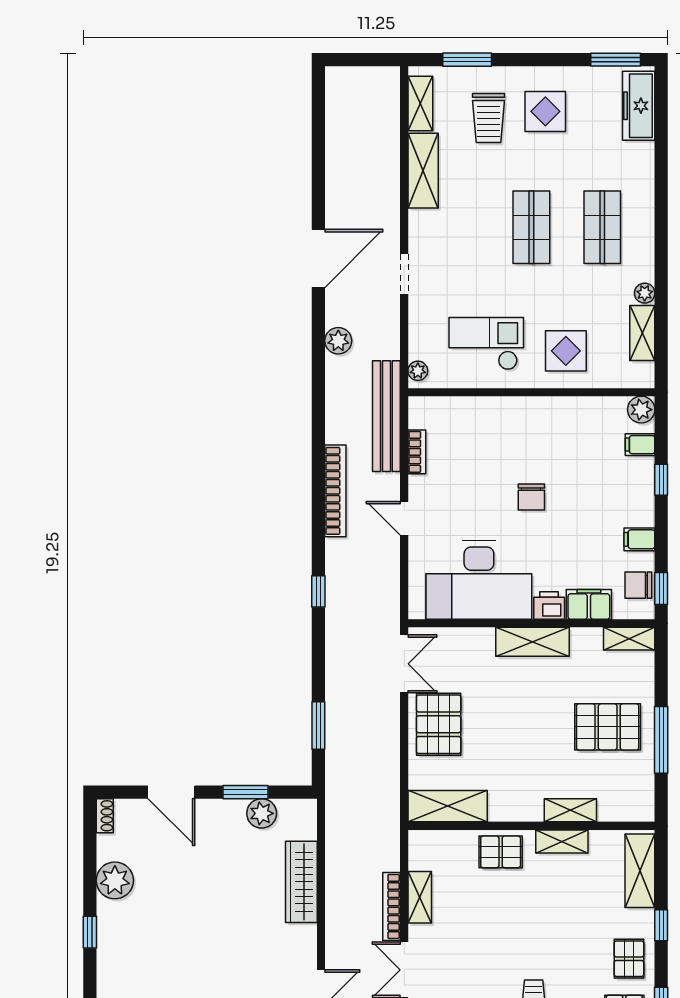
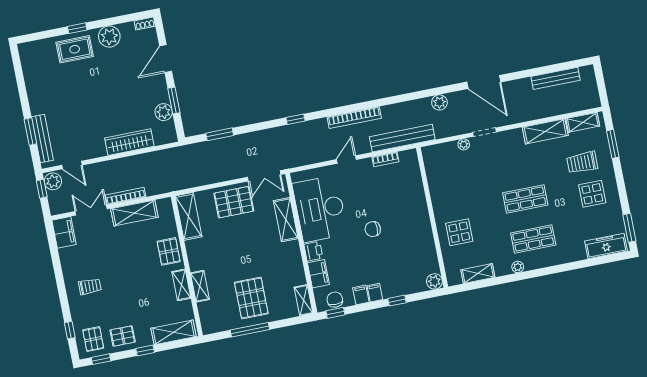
bench: (336, 135) -> (556, 78), added
plant: (645, 293) -> (518, 267), moved
checkout: (486, 344) -> (454, 186), removed
plant: (418, 371) -> (464, 144), moved
filing cabinet: (640, 445) -> (375, 293), moved
shelving: (532, 642) -> (286, 220), moved
shelving: (420, 897) -> (134, 213), width x1.50, depth x1.33
rug: (125, 944) -> (75, 49), added

